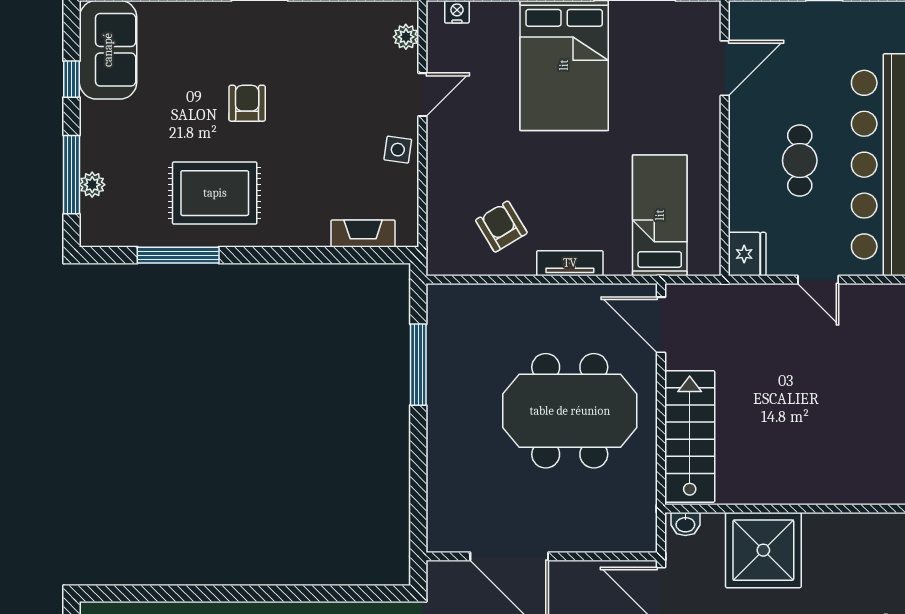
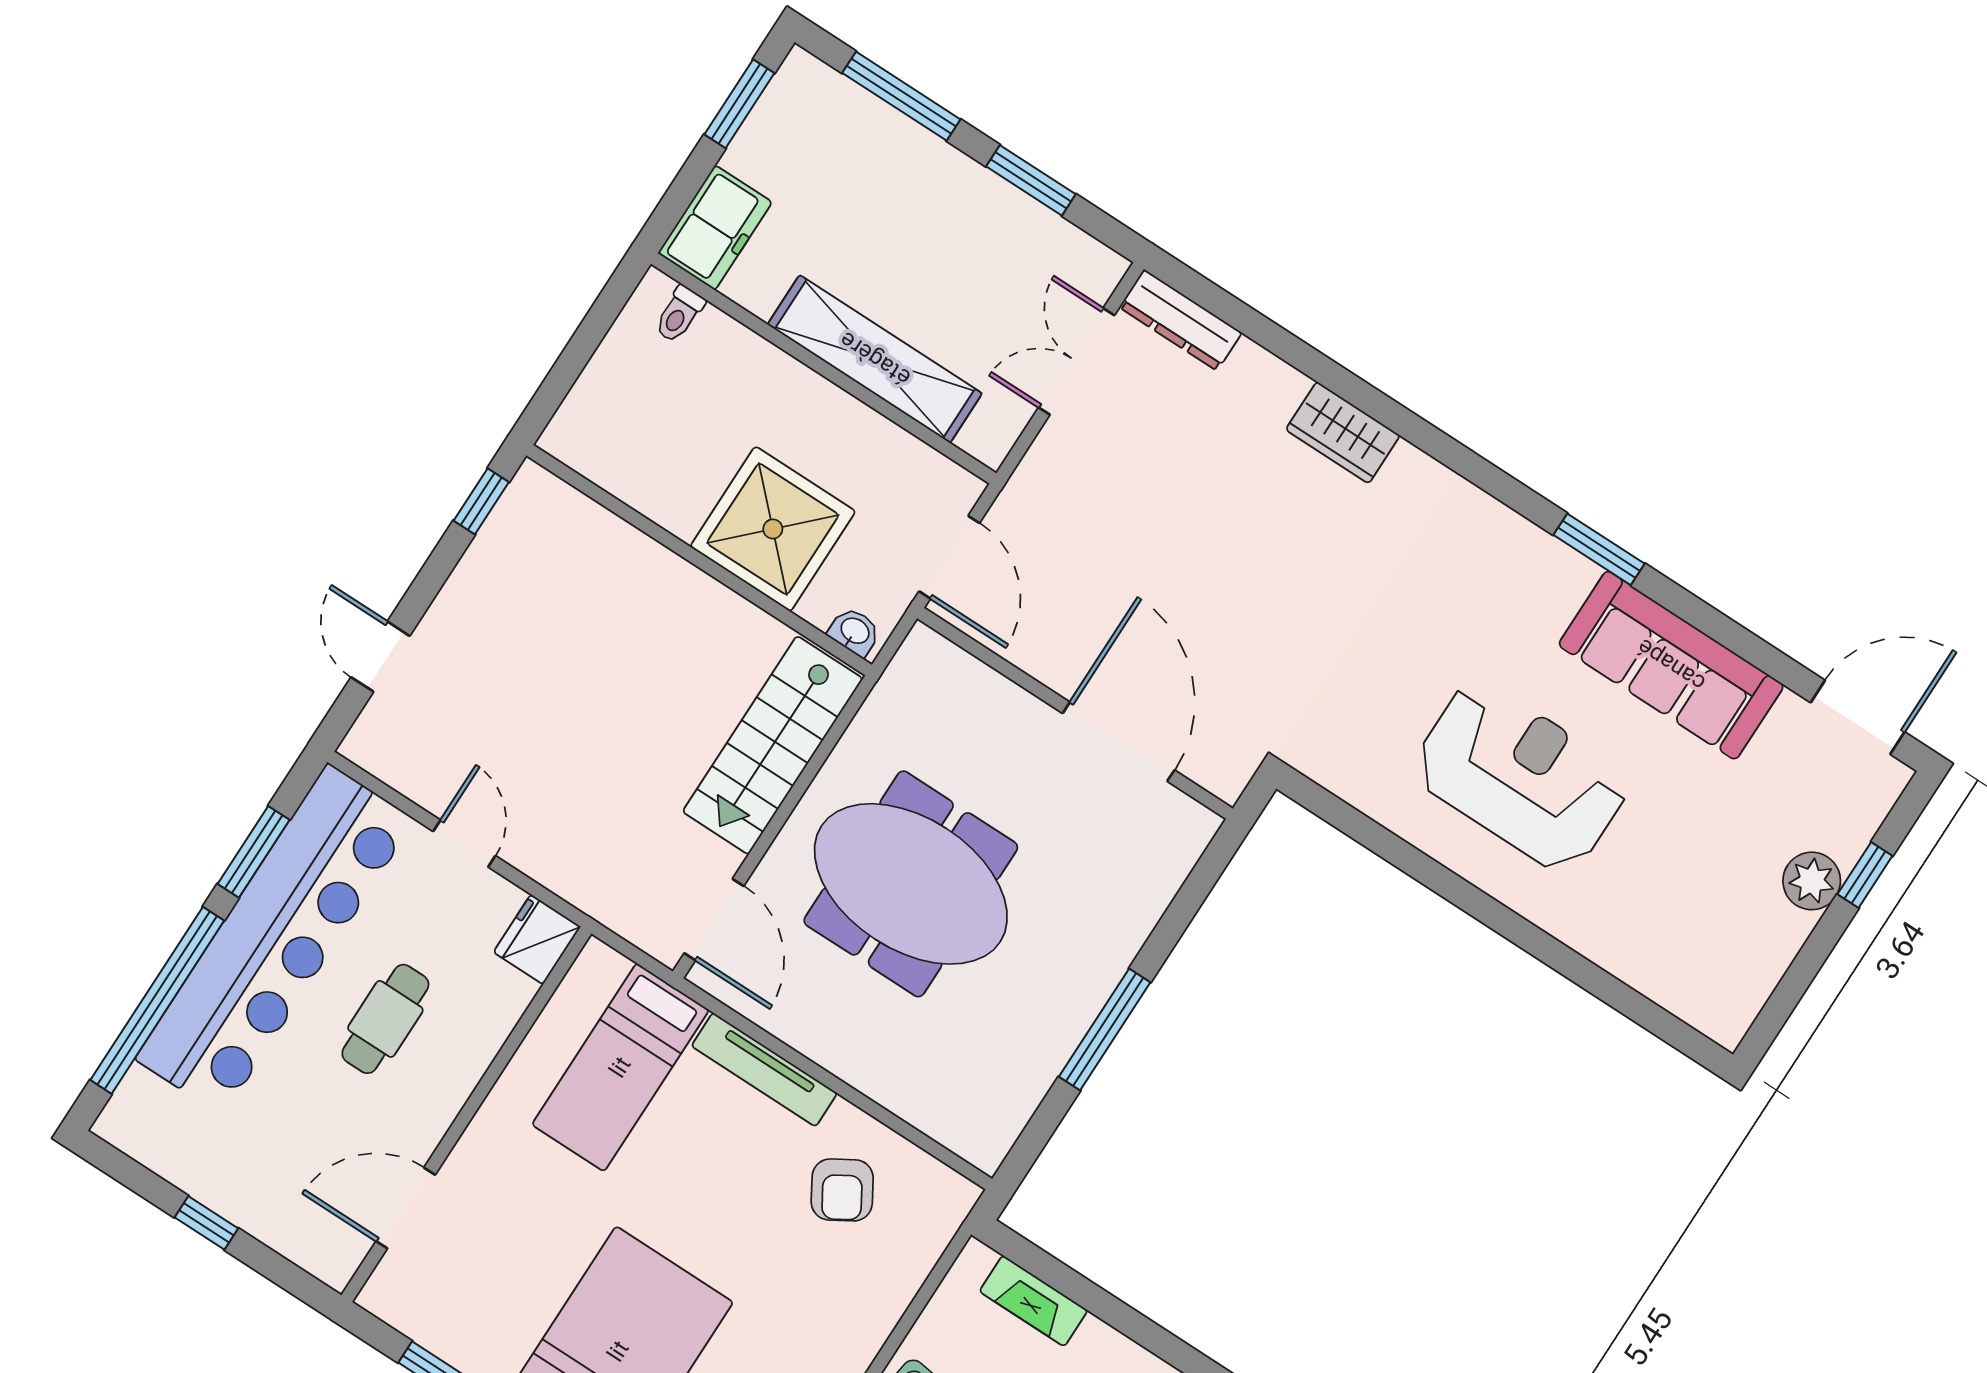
tv unit: (570, 263) -> (764, 1070), width x1.41
window: (418, 365) -> (1105, 1029), moved

